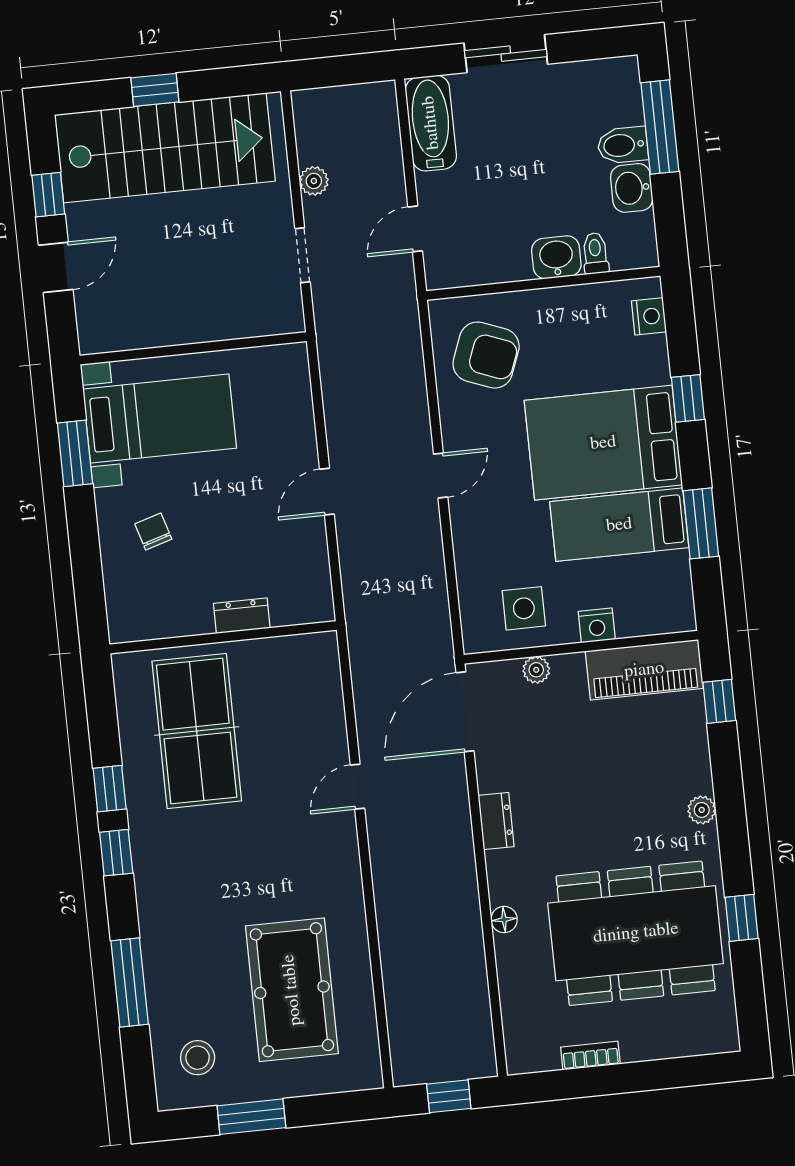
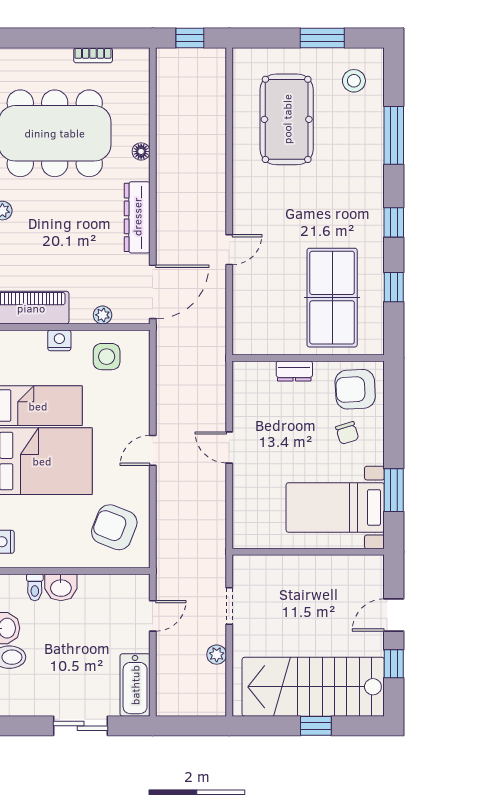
door: (327, 492) -> (229, 448), swing flipped
armchair: (148, 598) -> (355, 389), added
window: (110, 789) -> (394, 287), moved
dresser: (496, 821) -> (137, 217), width x1.96, depth x1.24

